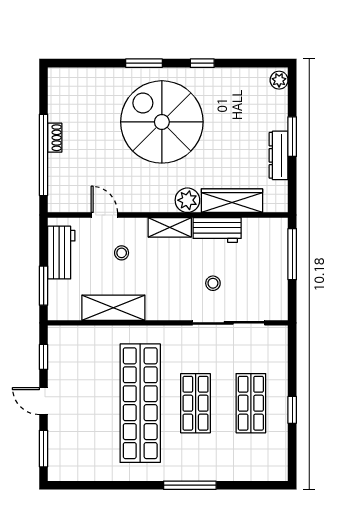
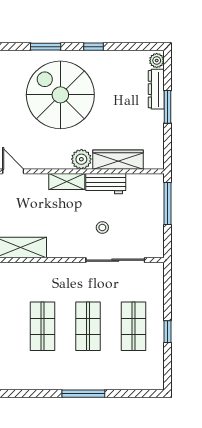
dresser: (278, 155) -> (156, 89), moved
stool: (122, 253) -> (27, 203), removed
shop shelf: (140, 403) -> (43, 326), width x0.50, depth x0.74

